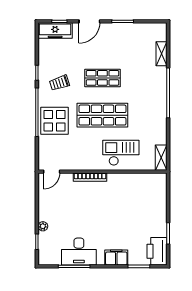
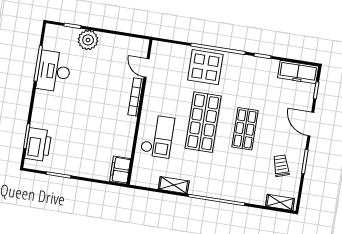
freezer: (55, 31) -> (298, 72), moved, turned -90
shelving: (161, 54) -> (280, 202), moved
trolley: (59, 83) -> (281, 166), moved
shelving: (161, 158) -> (174, 185), moved
door: (52, 172) -> (147, 68), moved
plant: (43, 226) -> (88, 40), width x1.87, depth x1.87
printer: (157, 251) -> (38, 145), moved, turned 90
filing cabinet: (116, 257) -> (120, 170), moved, turned 180

